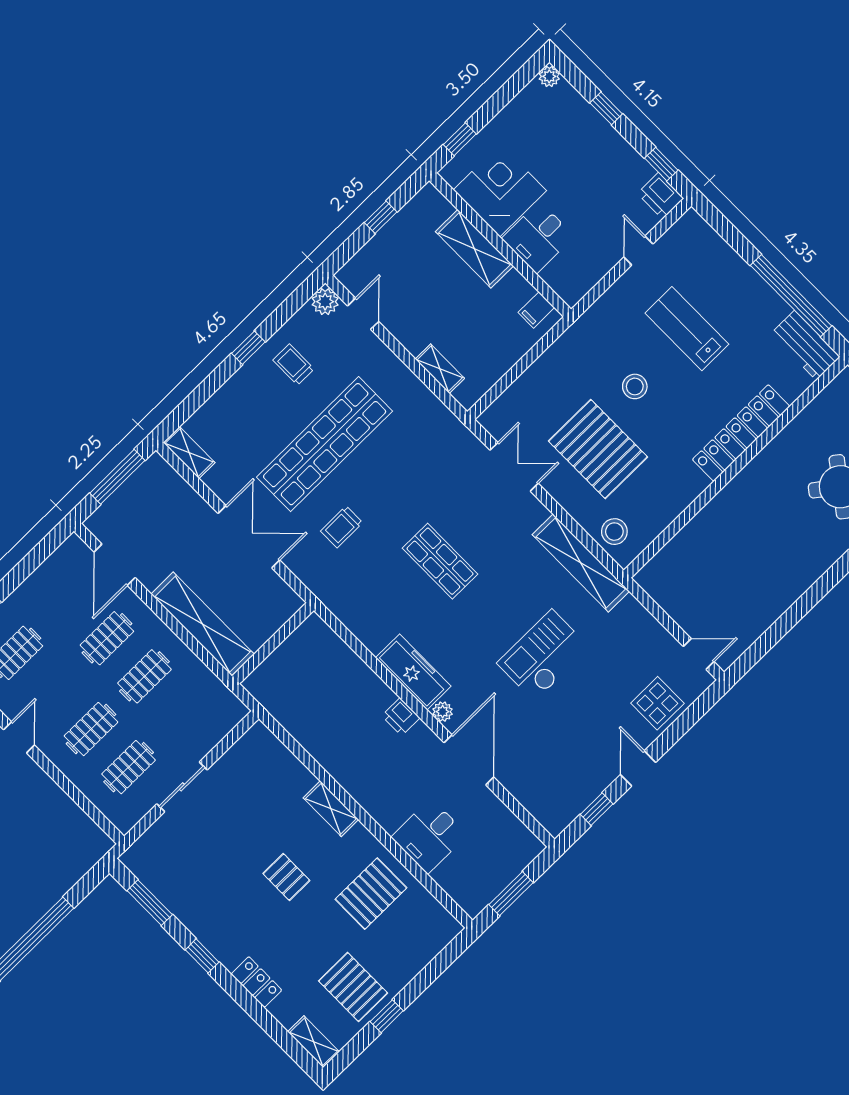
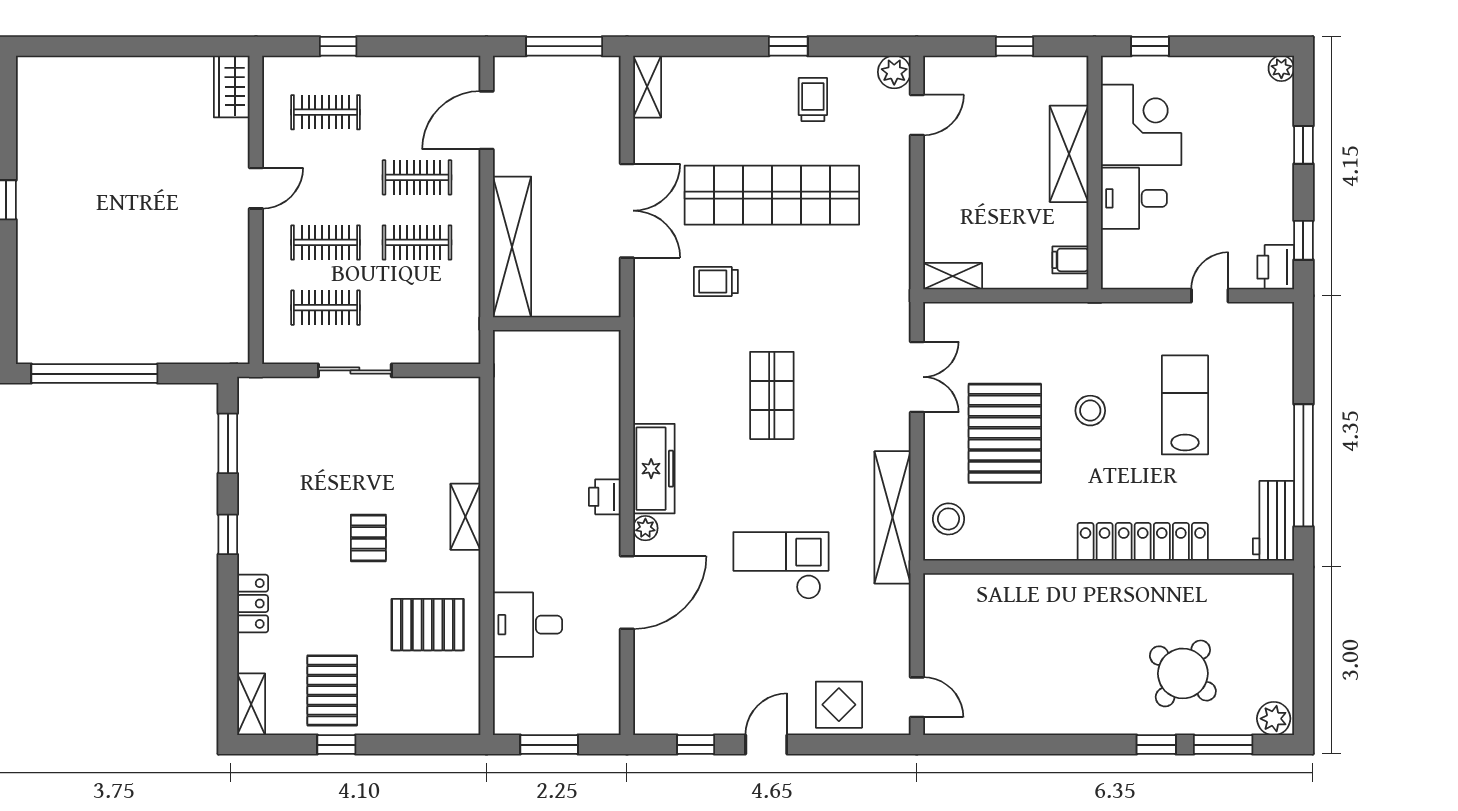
shelving: (440, 369) -> (953, 276), moved, turned 90

